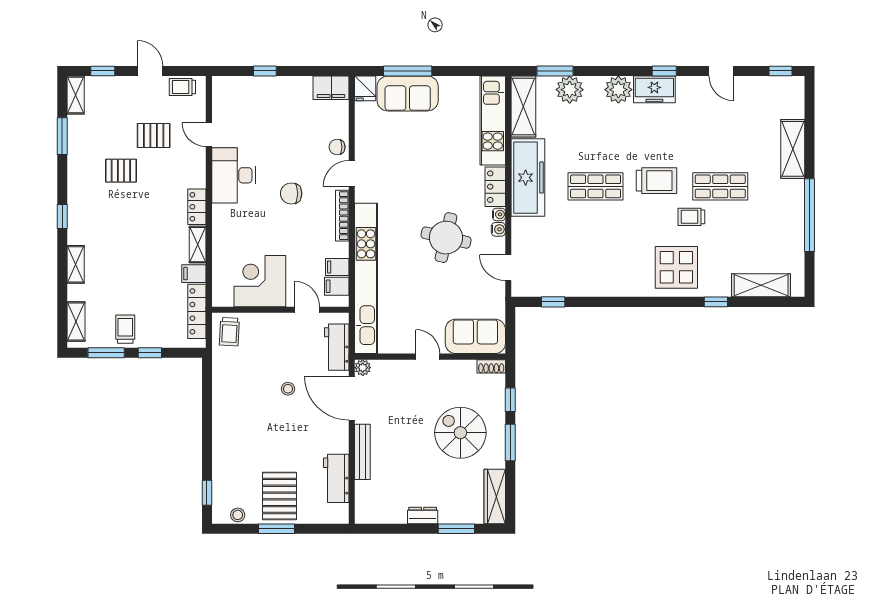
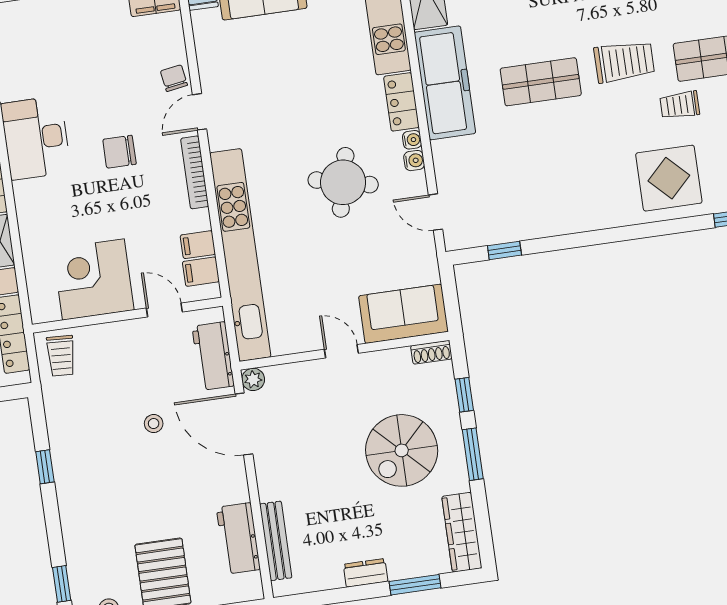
chair: (337, 147) -> (174, 78), turned 81
window: (207, 408) -> (45, 467), added
spiral stairs: (460, 433) -> (402, 450), turned -90
bench: (362, 452) -> (276, 541), moved

